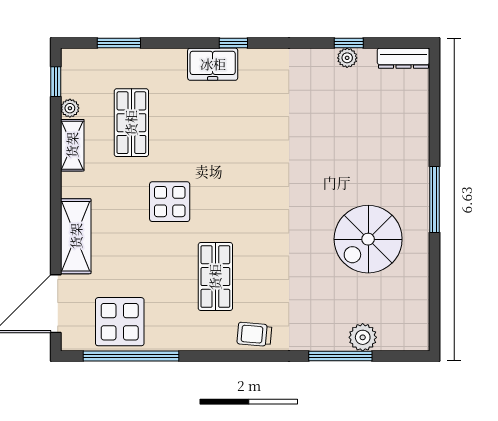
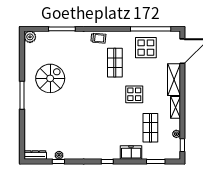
freezer: (213, 64) -> (131, 153), moved
shelving: (72, 145) -> (175, 107), moved
display table: (120, 322) -> (146, 48), moved
plant: (363, 337) -> (30, 37), moved

